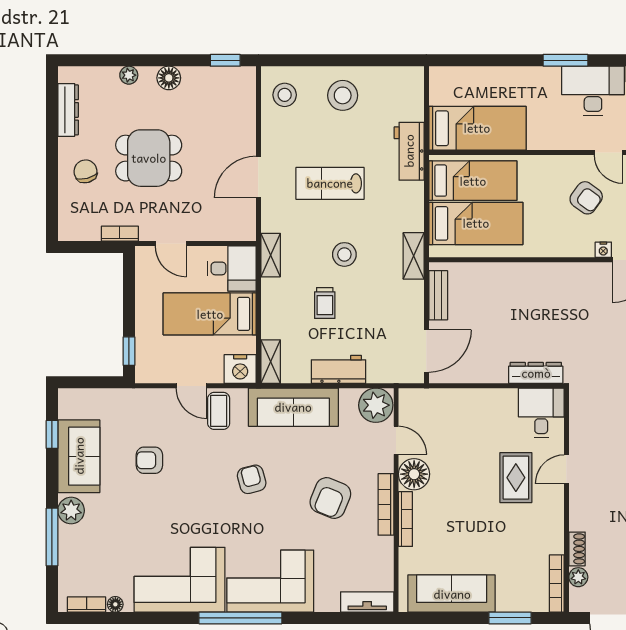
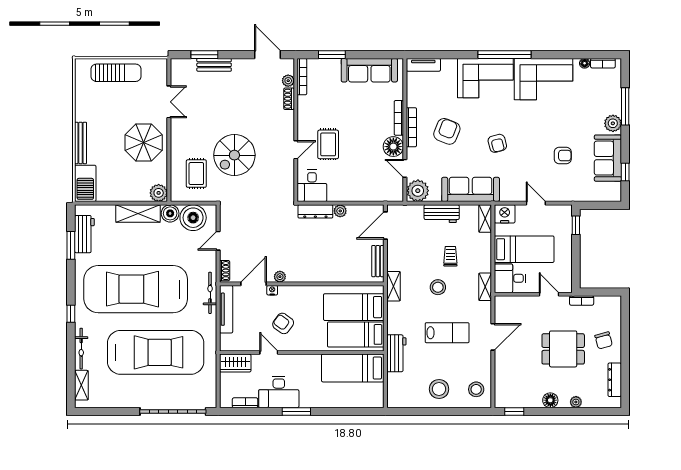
plant: (591, 271) -> (280, 277), added
plant: (497, 374) -> (340, 211), added
coffee table: (219, 411) -> (518, 187), removed

